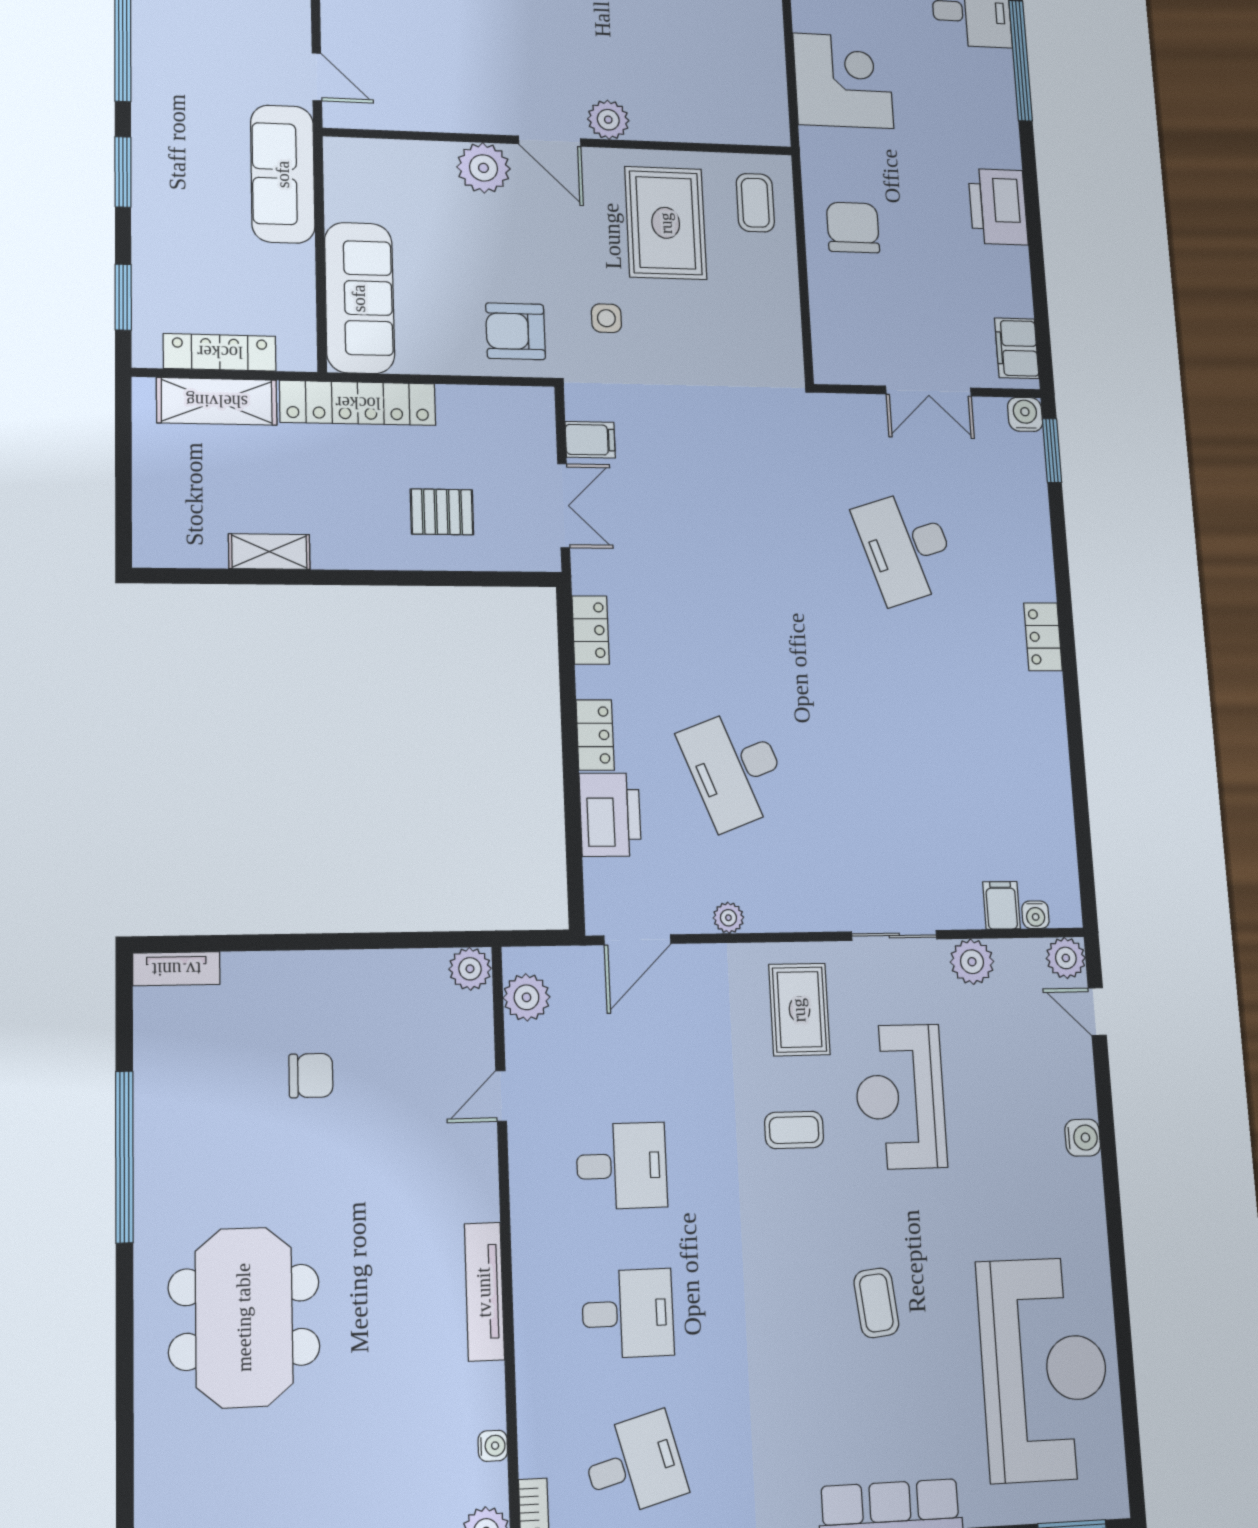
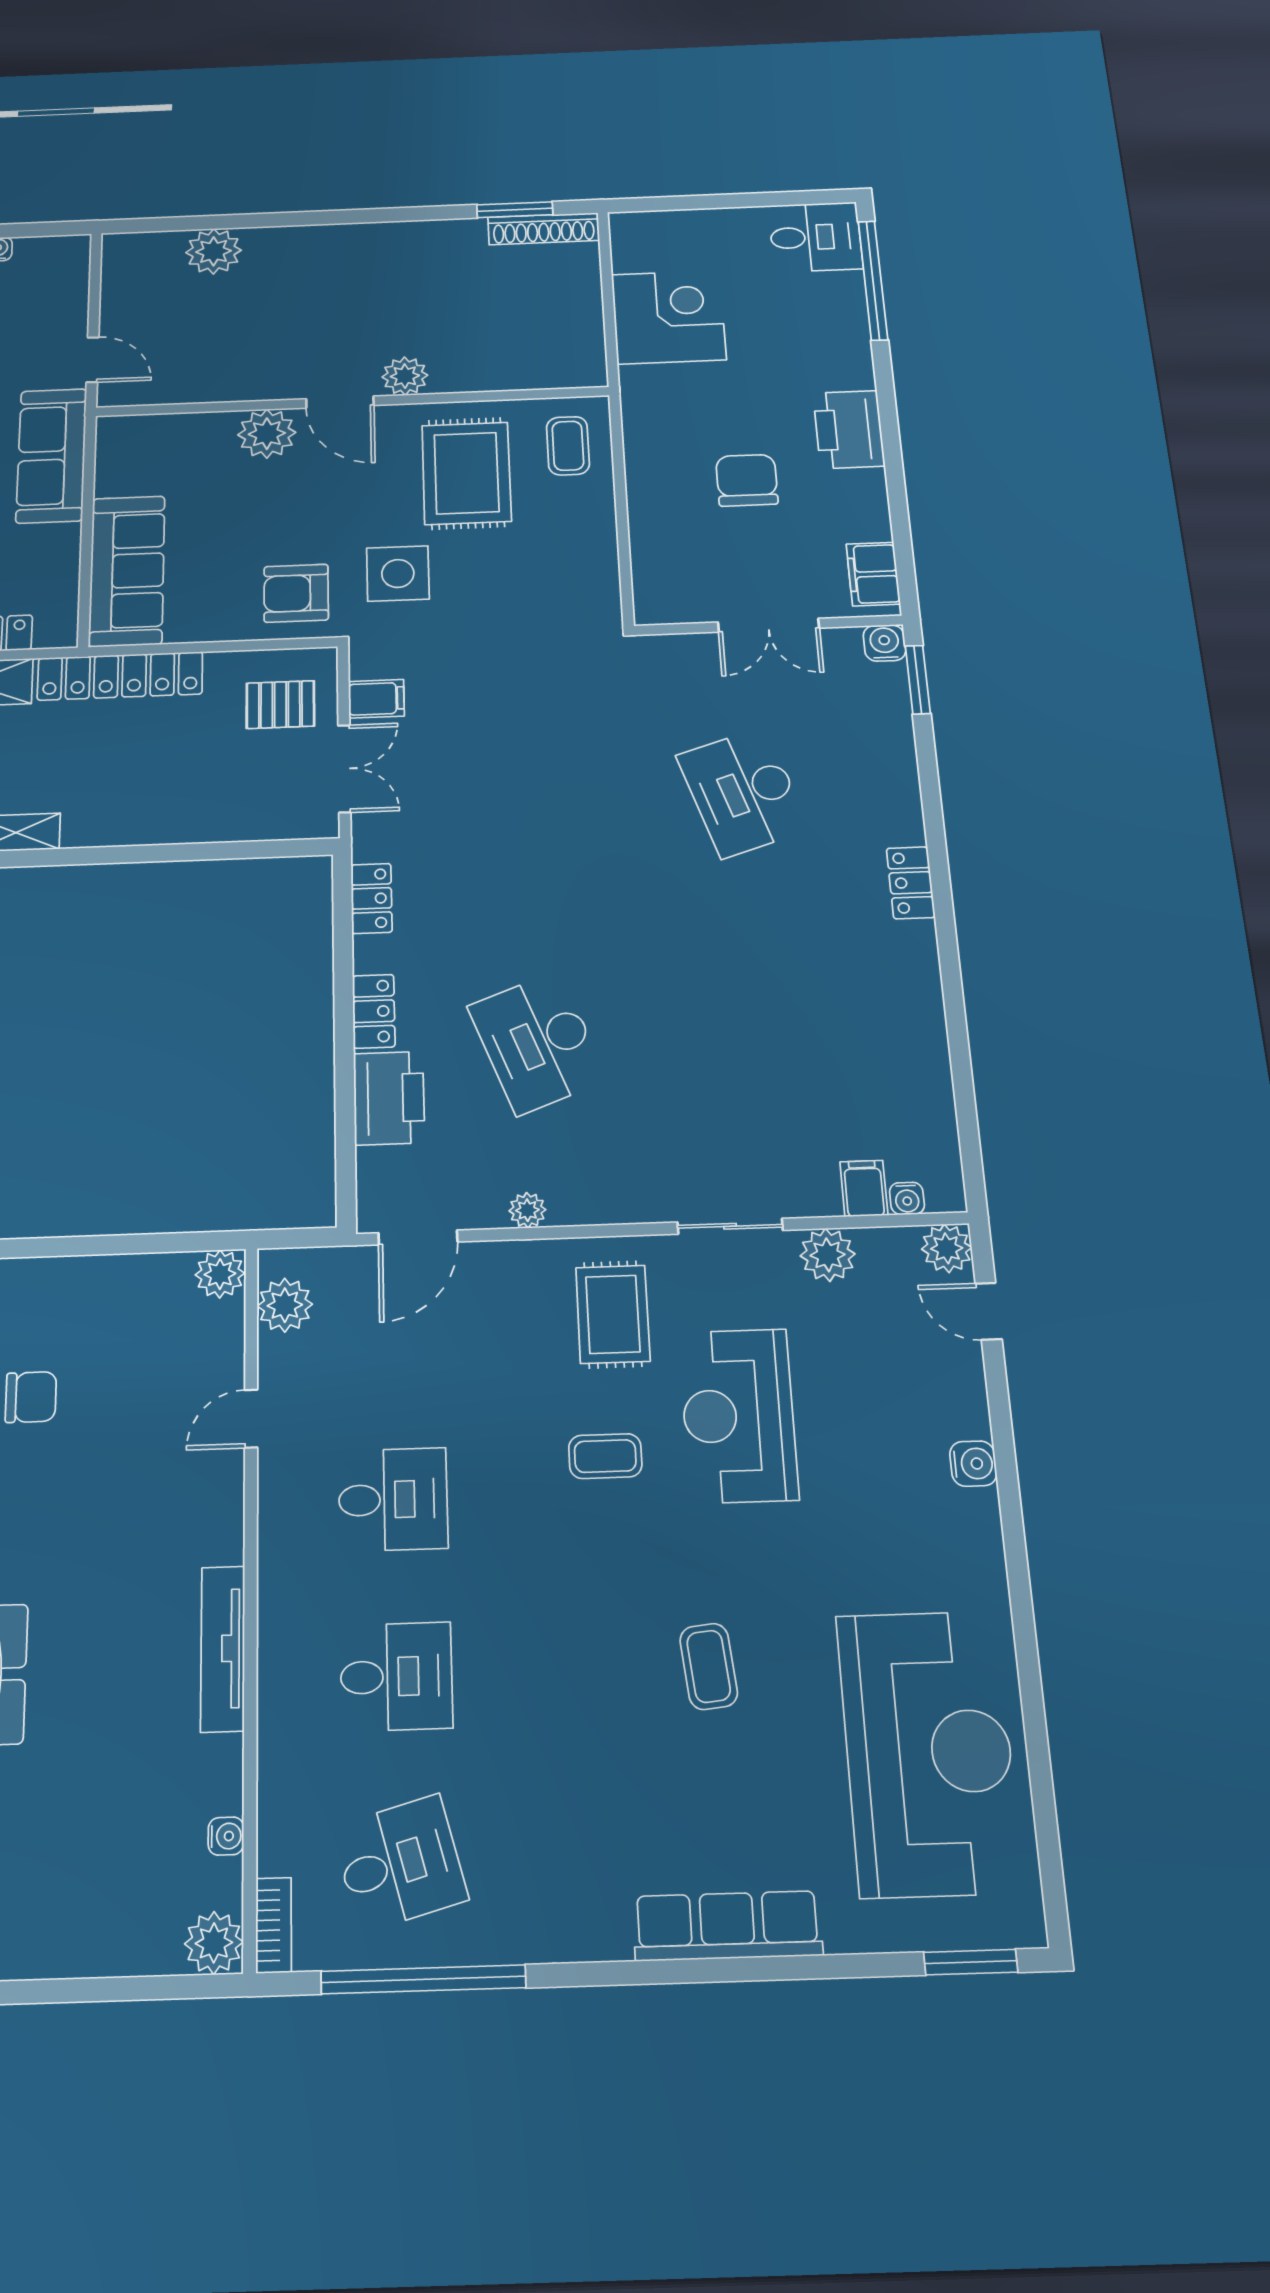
chair: (853, 227) -> (747, 480), moved
side table: (606, 318) -> (398, 573), width x1.87, depth x1.87
pallet: (442, 512) -> (280, 705), moved

